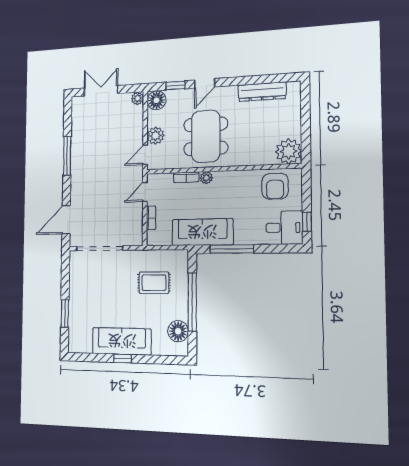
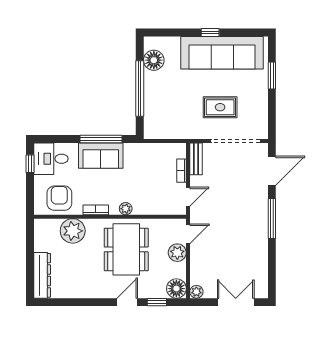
double door: (101, 91) -> (236, 302), swing flipped
dresser: (262, 92) -> (42, 275), moved, turned 90
plant: (289, 151) -> (73, 231), moved
window: (67, 156) -> (272, 219), moved
bookcase: (186, 177) -> (96, 210), moved
bench: (137, 230) -> (196, 159), added
sofa: (202, 232) -> (101, 156), moved, width x0.73
rug: (154, 283) -> (220, 107), moved
sofa: (122, 341) -> (222, 53), width x1.36, depth x1.27

